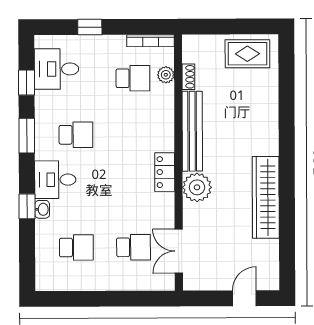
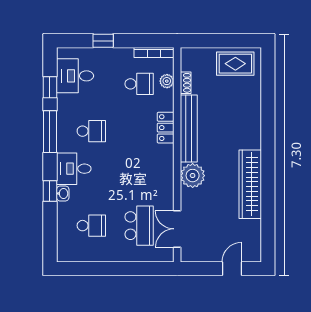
window: (27, 136) -> (50, 132), width x1.44
locker: (165, 172) -> (166, 128), moved
school desk: (133, 247) -> (139, 226), width x1.85

